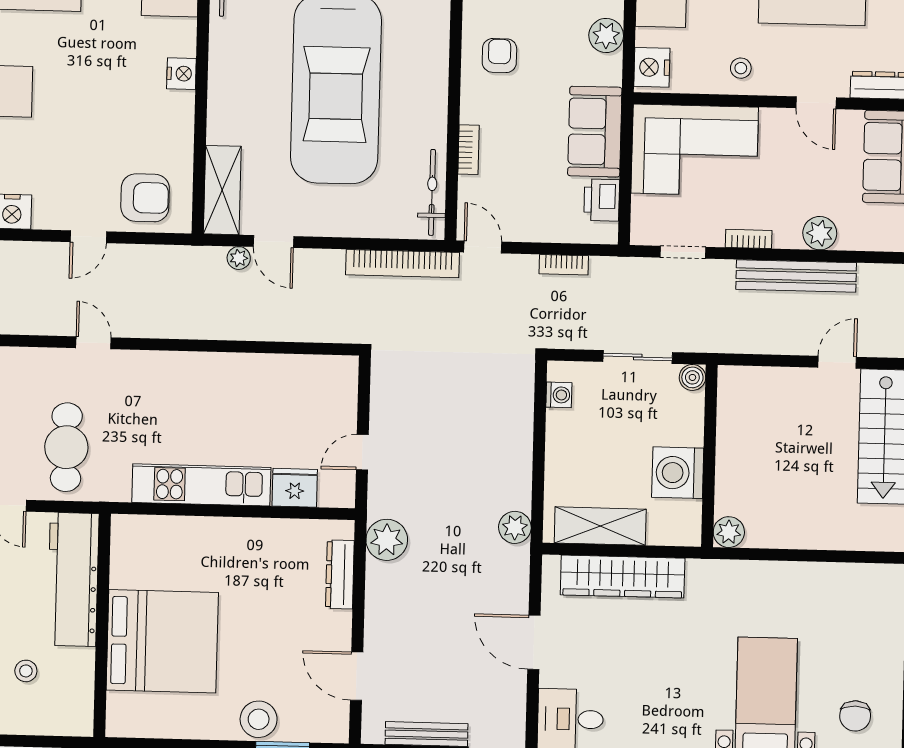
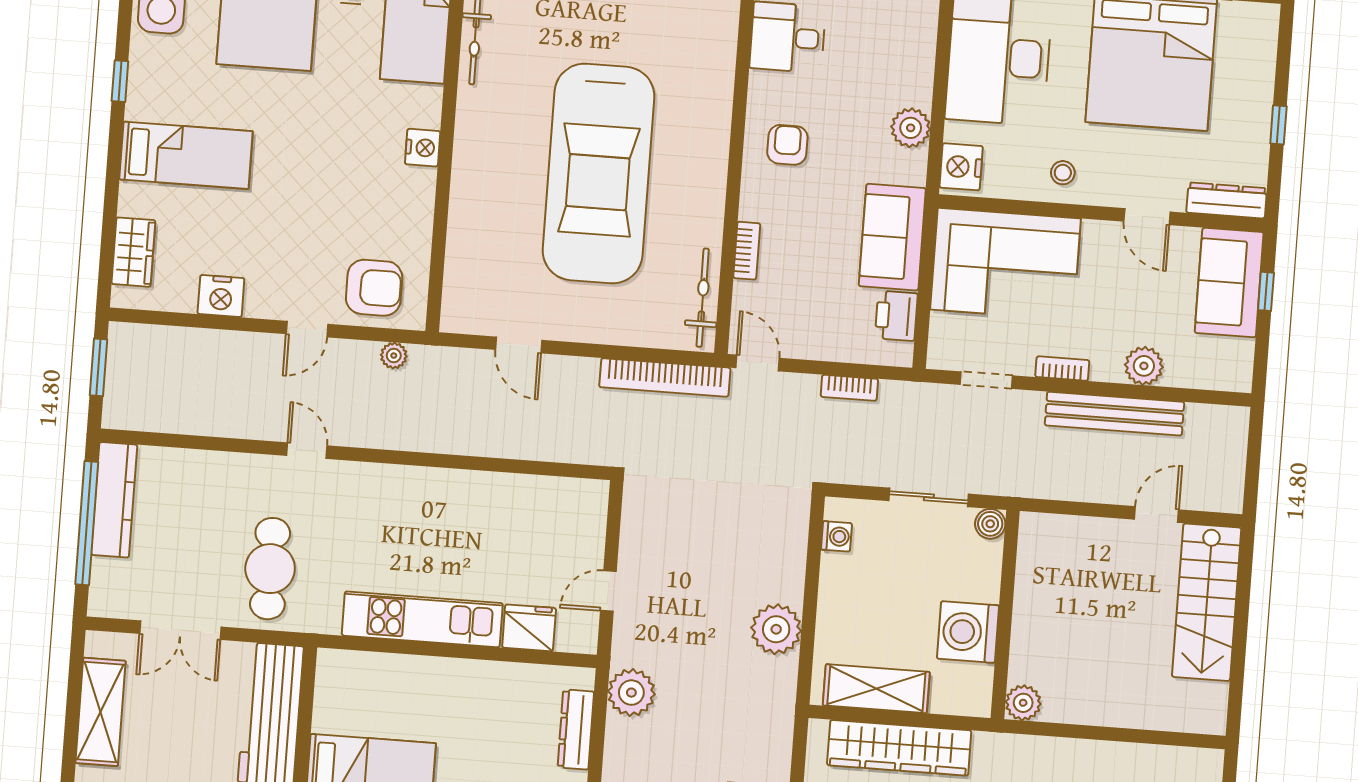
shelving: (222, 190) -> (463, 283), removed
plant: (239, 258) -> (394, 356), moved
plant: (515, 527) -> (776, 629), moved, width x1.36, depth x1.36

